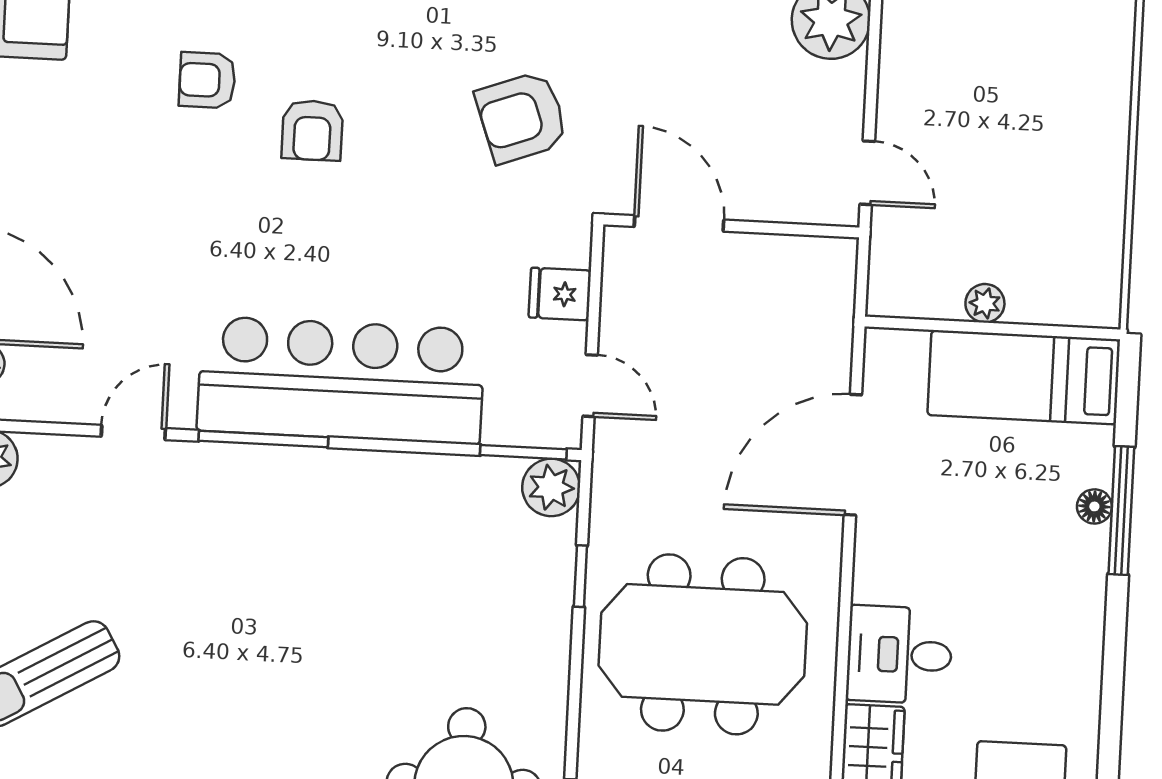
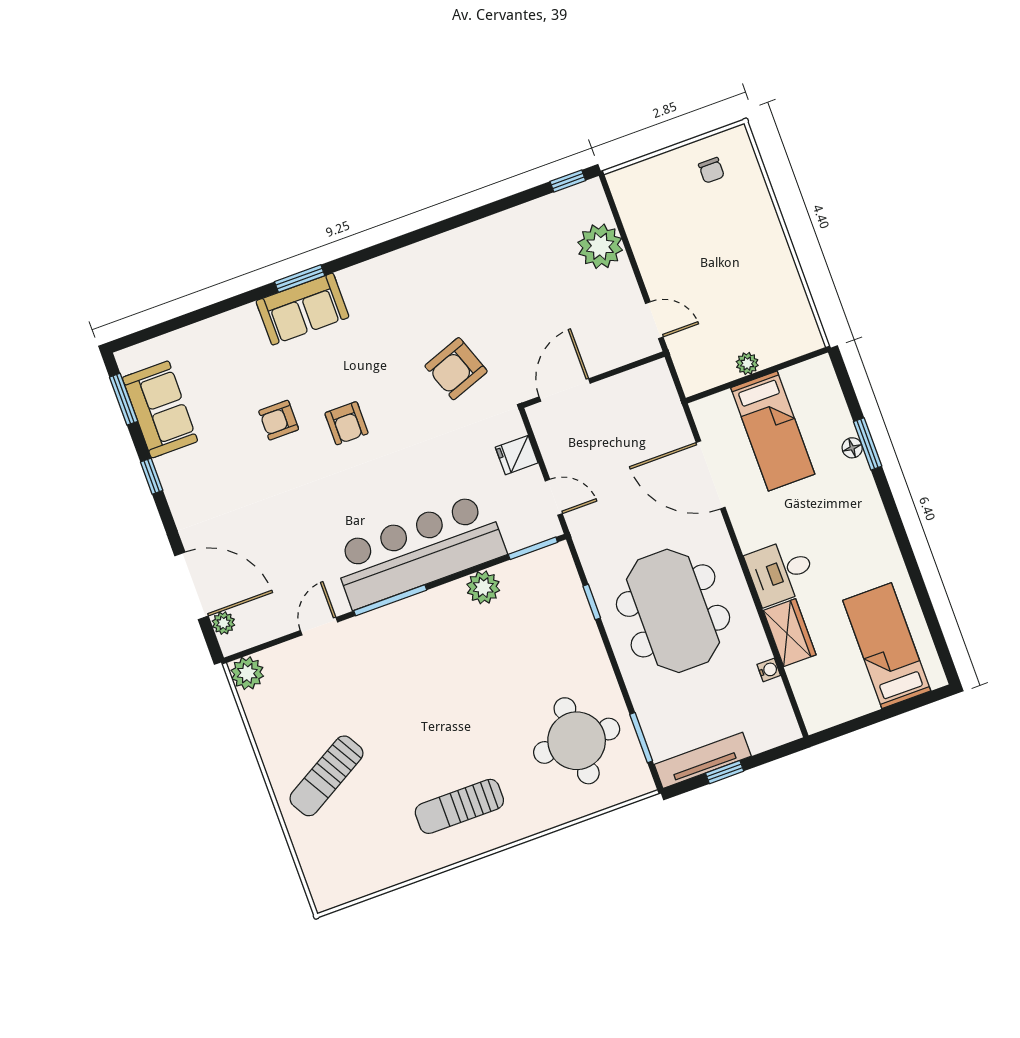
door: (679, 223) -> (565, 390), hinge flipped
bed: (1024, 377) -> (773, 431), moved, turned -90
door: (853, 455) -> (711, 475), hinge flipped
plant: (551, 487) -> (483, 587), moved
window: (1121, 511) -> (868, 444), width x0.69
meeting table: (703, 644) -> (673, 611), turned 90

